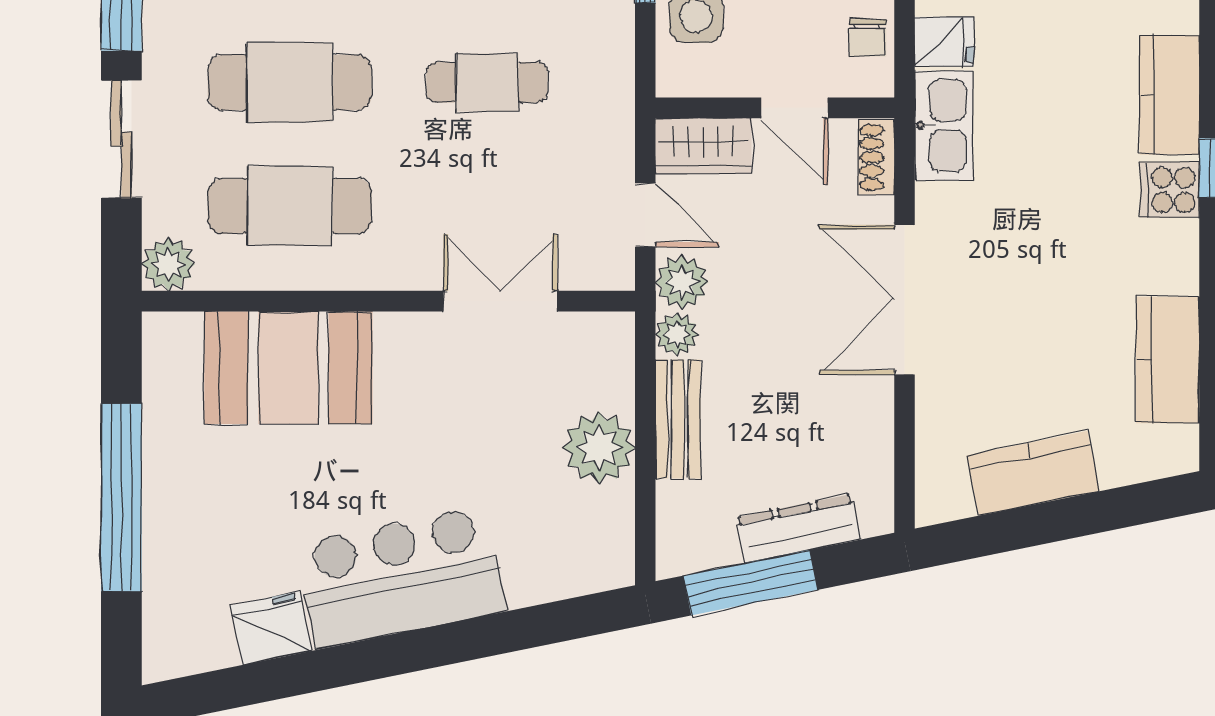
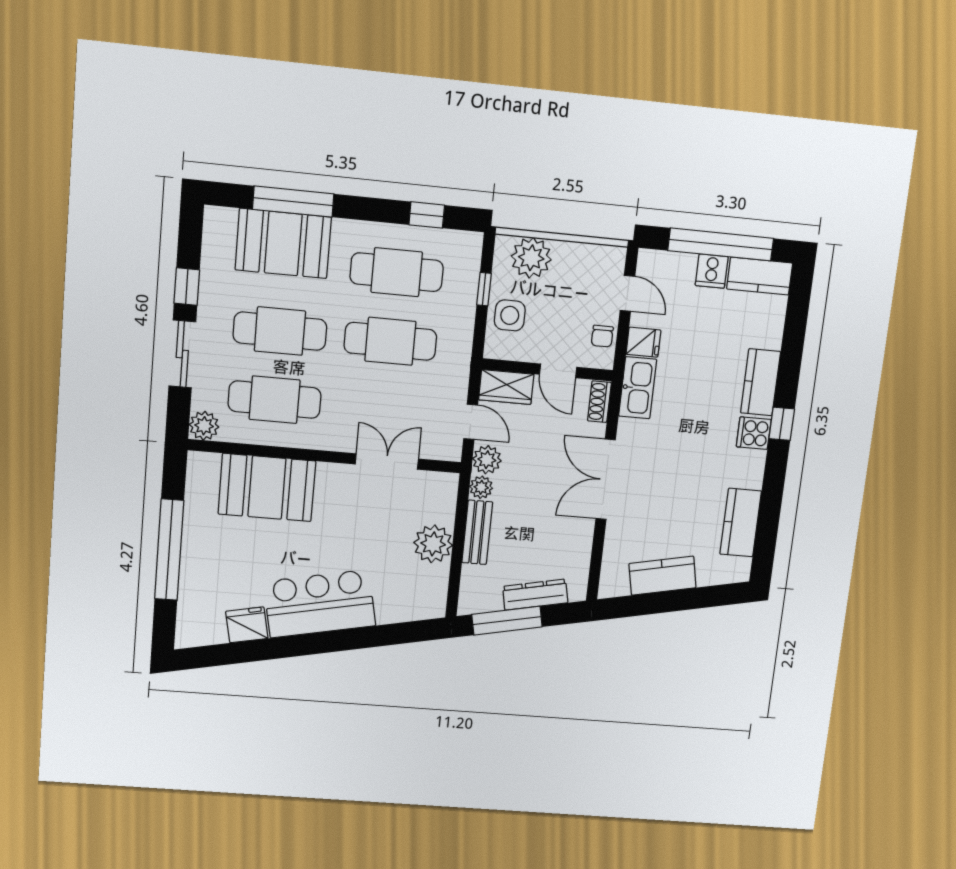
cafe table: (487, 82) -> (390, 341), width x1.37, depth x1.35

